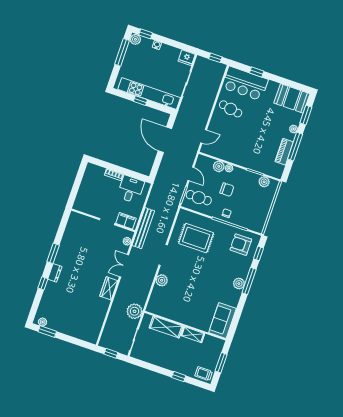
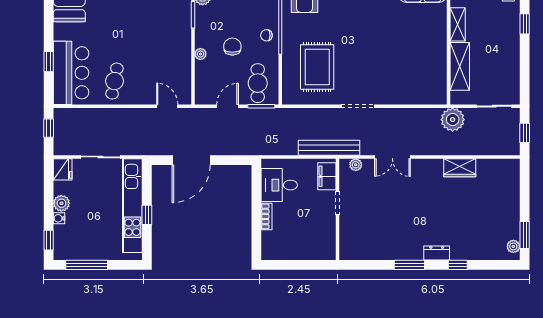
plant: (135, 39) -> (61, 203), moved
plant: (219, 166) -> (203, 70), removed
plant: (162, 280) -> (395, 96), removed
wardrobe: (109, 288) -> (460, 168), moved

